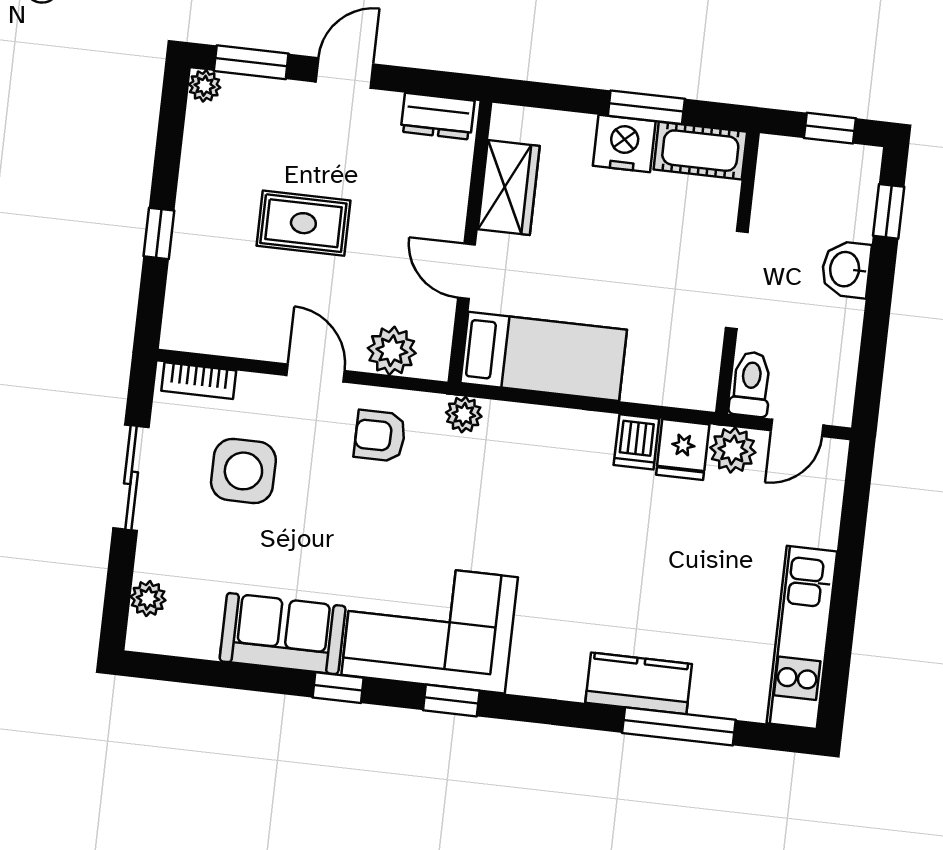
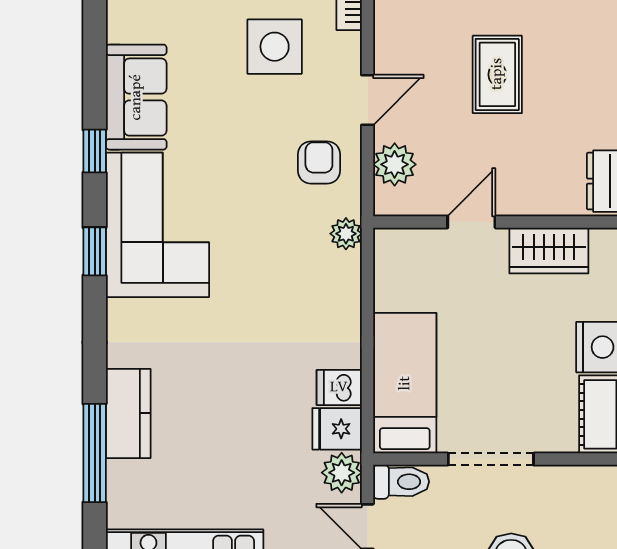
bed: (544, 356) -> (405, 383), moved, turned 180

